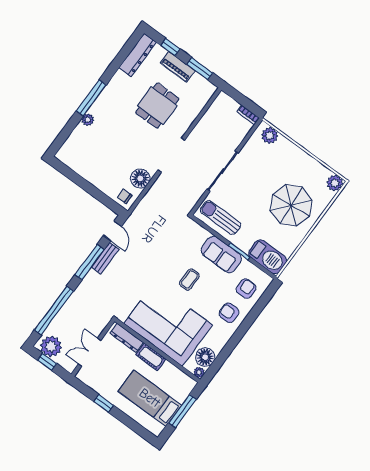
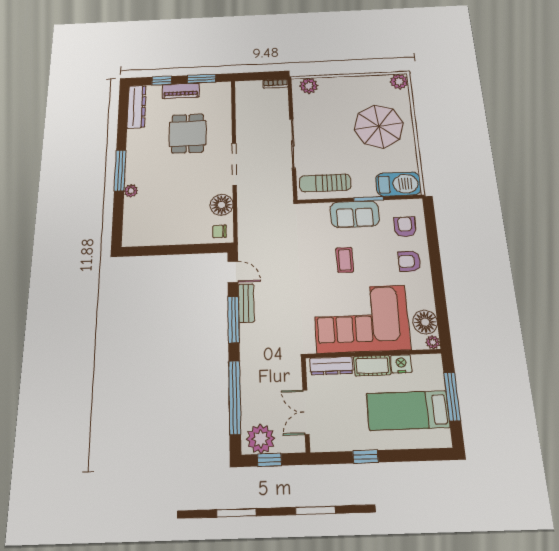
nightstand: (169, 370) -> (401, 364), added

